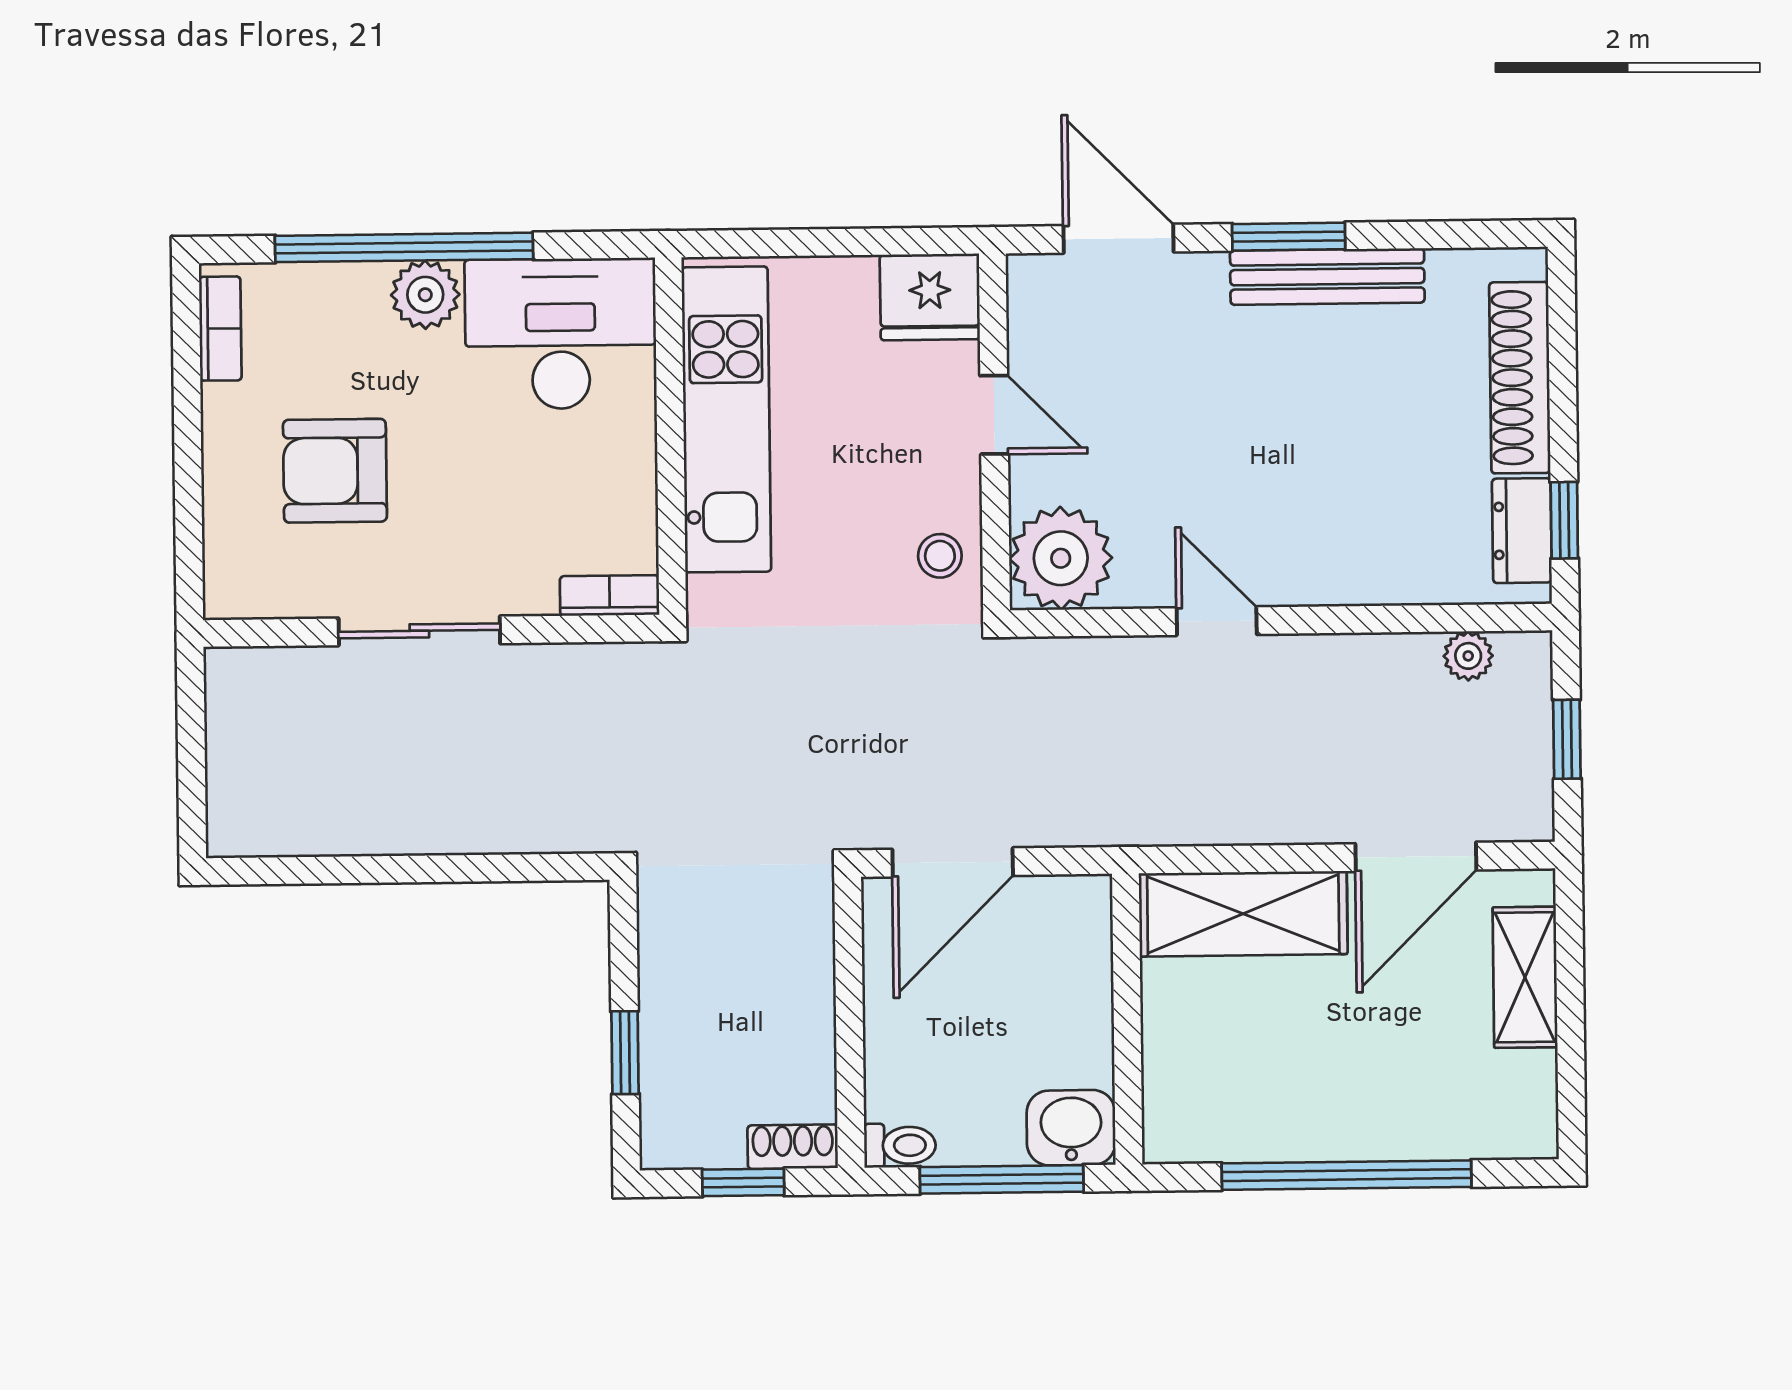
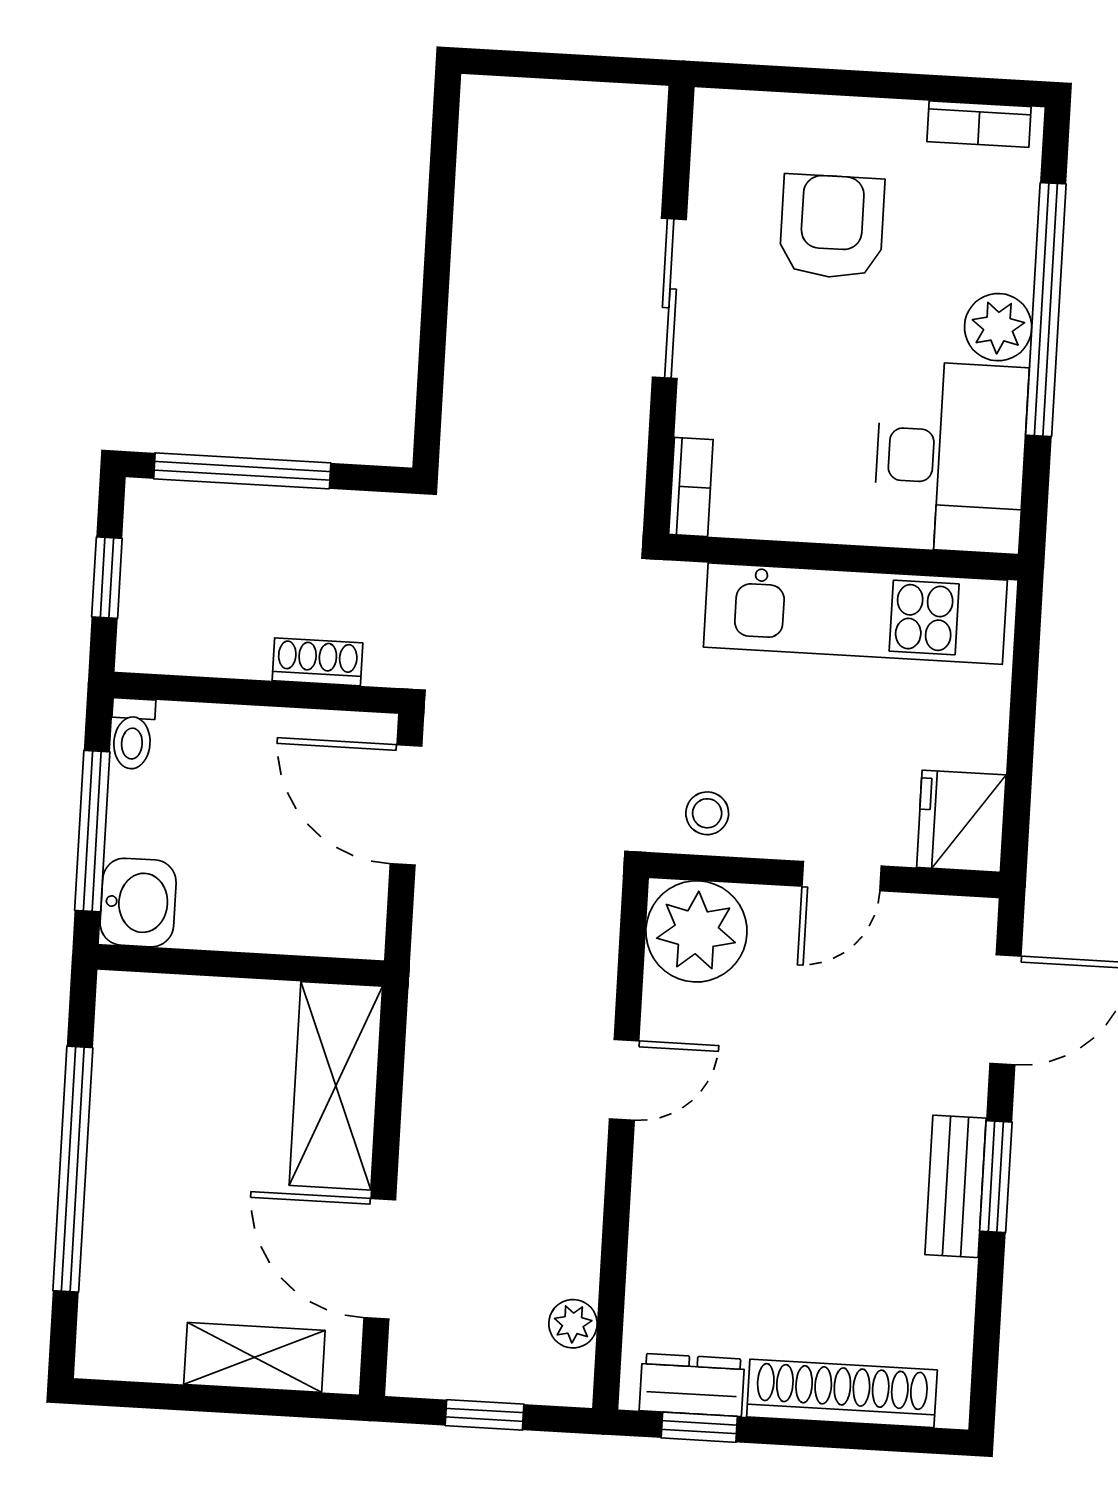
bench: (1327, 277) -> (956, 1186), width x0.73
window: (625, 1053) -> (242, 471), width x2.17
shoe rack: (793, 1147) -> (317, 662), moved, turned -90

